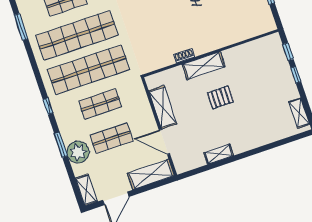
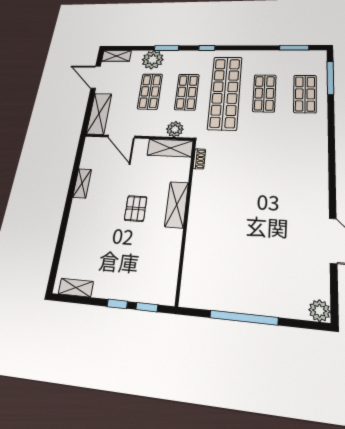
shop shelf: (77, 35) -> (264, 93), width x0.50, depth x0.74
shoe rack: (184, 56) -> (199, 159), moved
plant: (140, 98) -> (175, 129), added
shelving: (163, 107) -> (170, 148), moved
door: (164, 142) -> (121, 137), swing flipped

